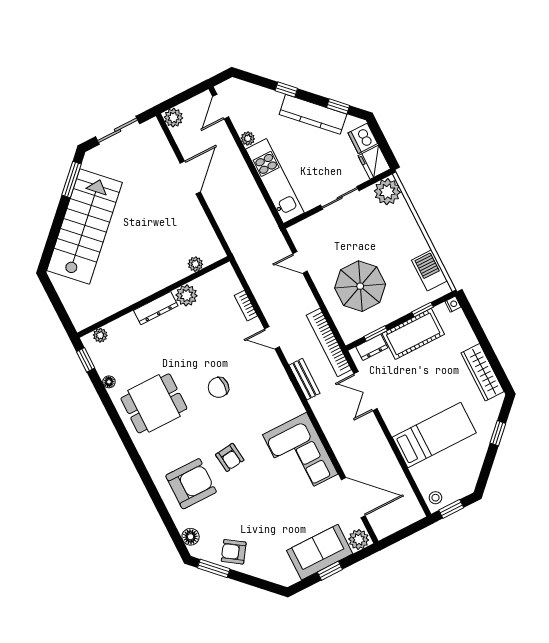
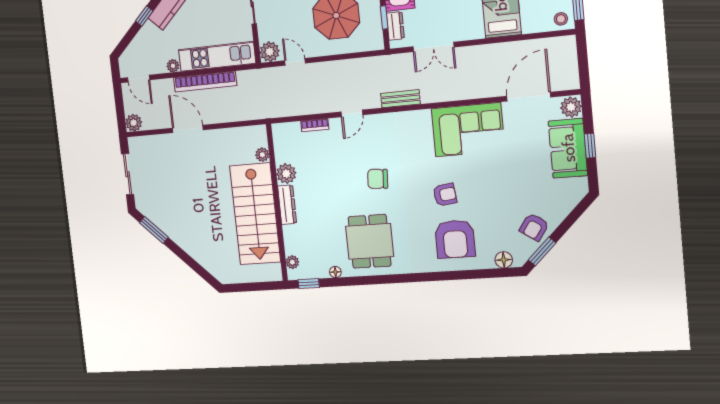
stairs: (85, 227) -> (255, 214), moved, turned -135
plant: (300, 233) -> (270, 52), added
door: (300, 262) -> (295, 62), swing flipped
bookcase: (329, 342) -> (205, 82), moved
chair: (218, 387) -> (378, 179), turned 94
armchair: (191, 484) -> (455, 239), turned 180

